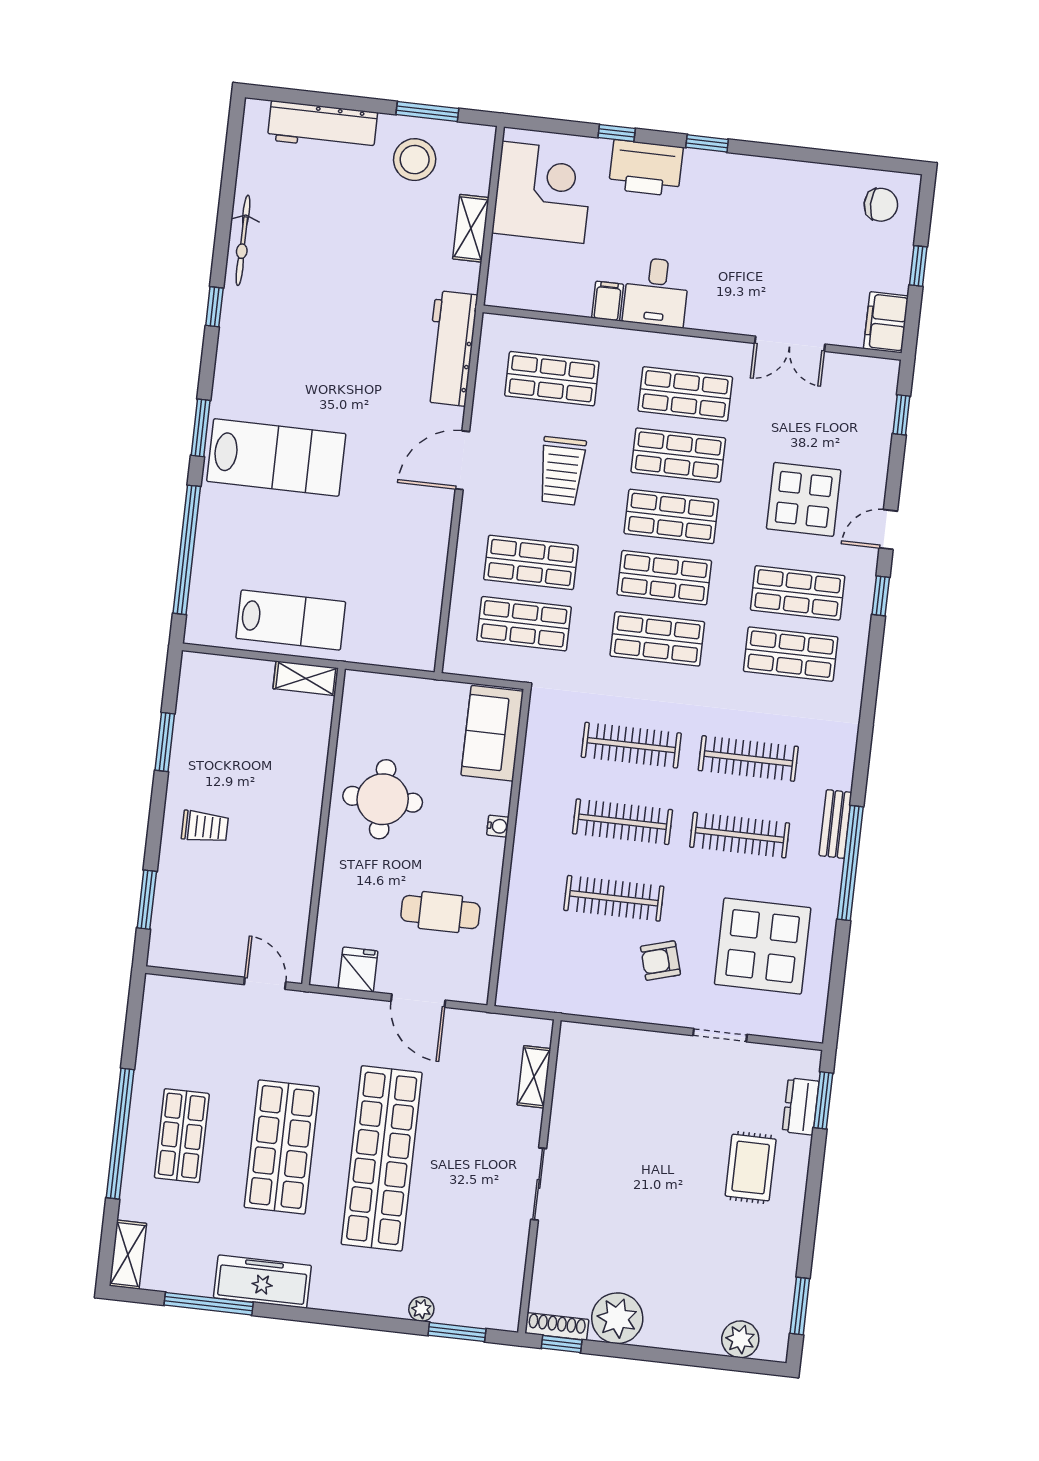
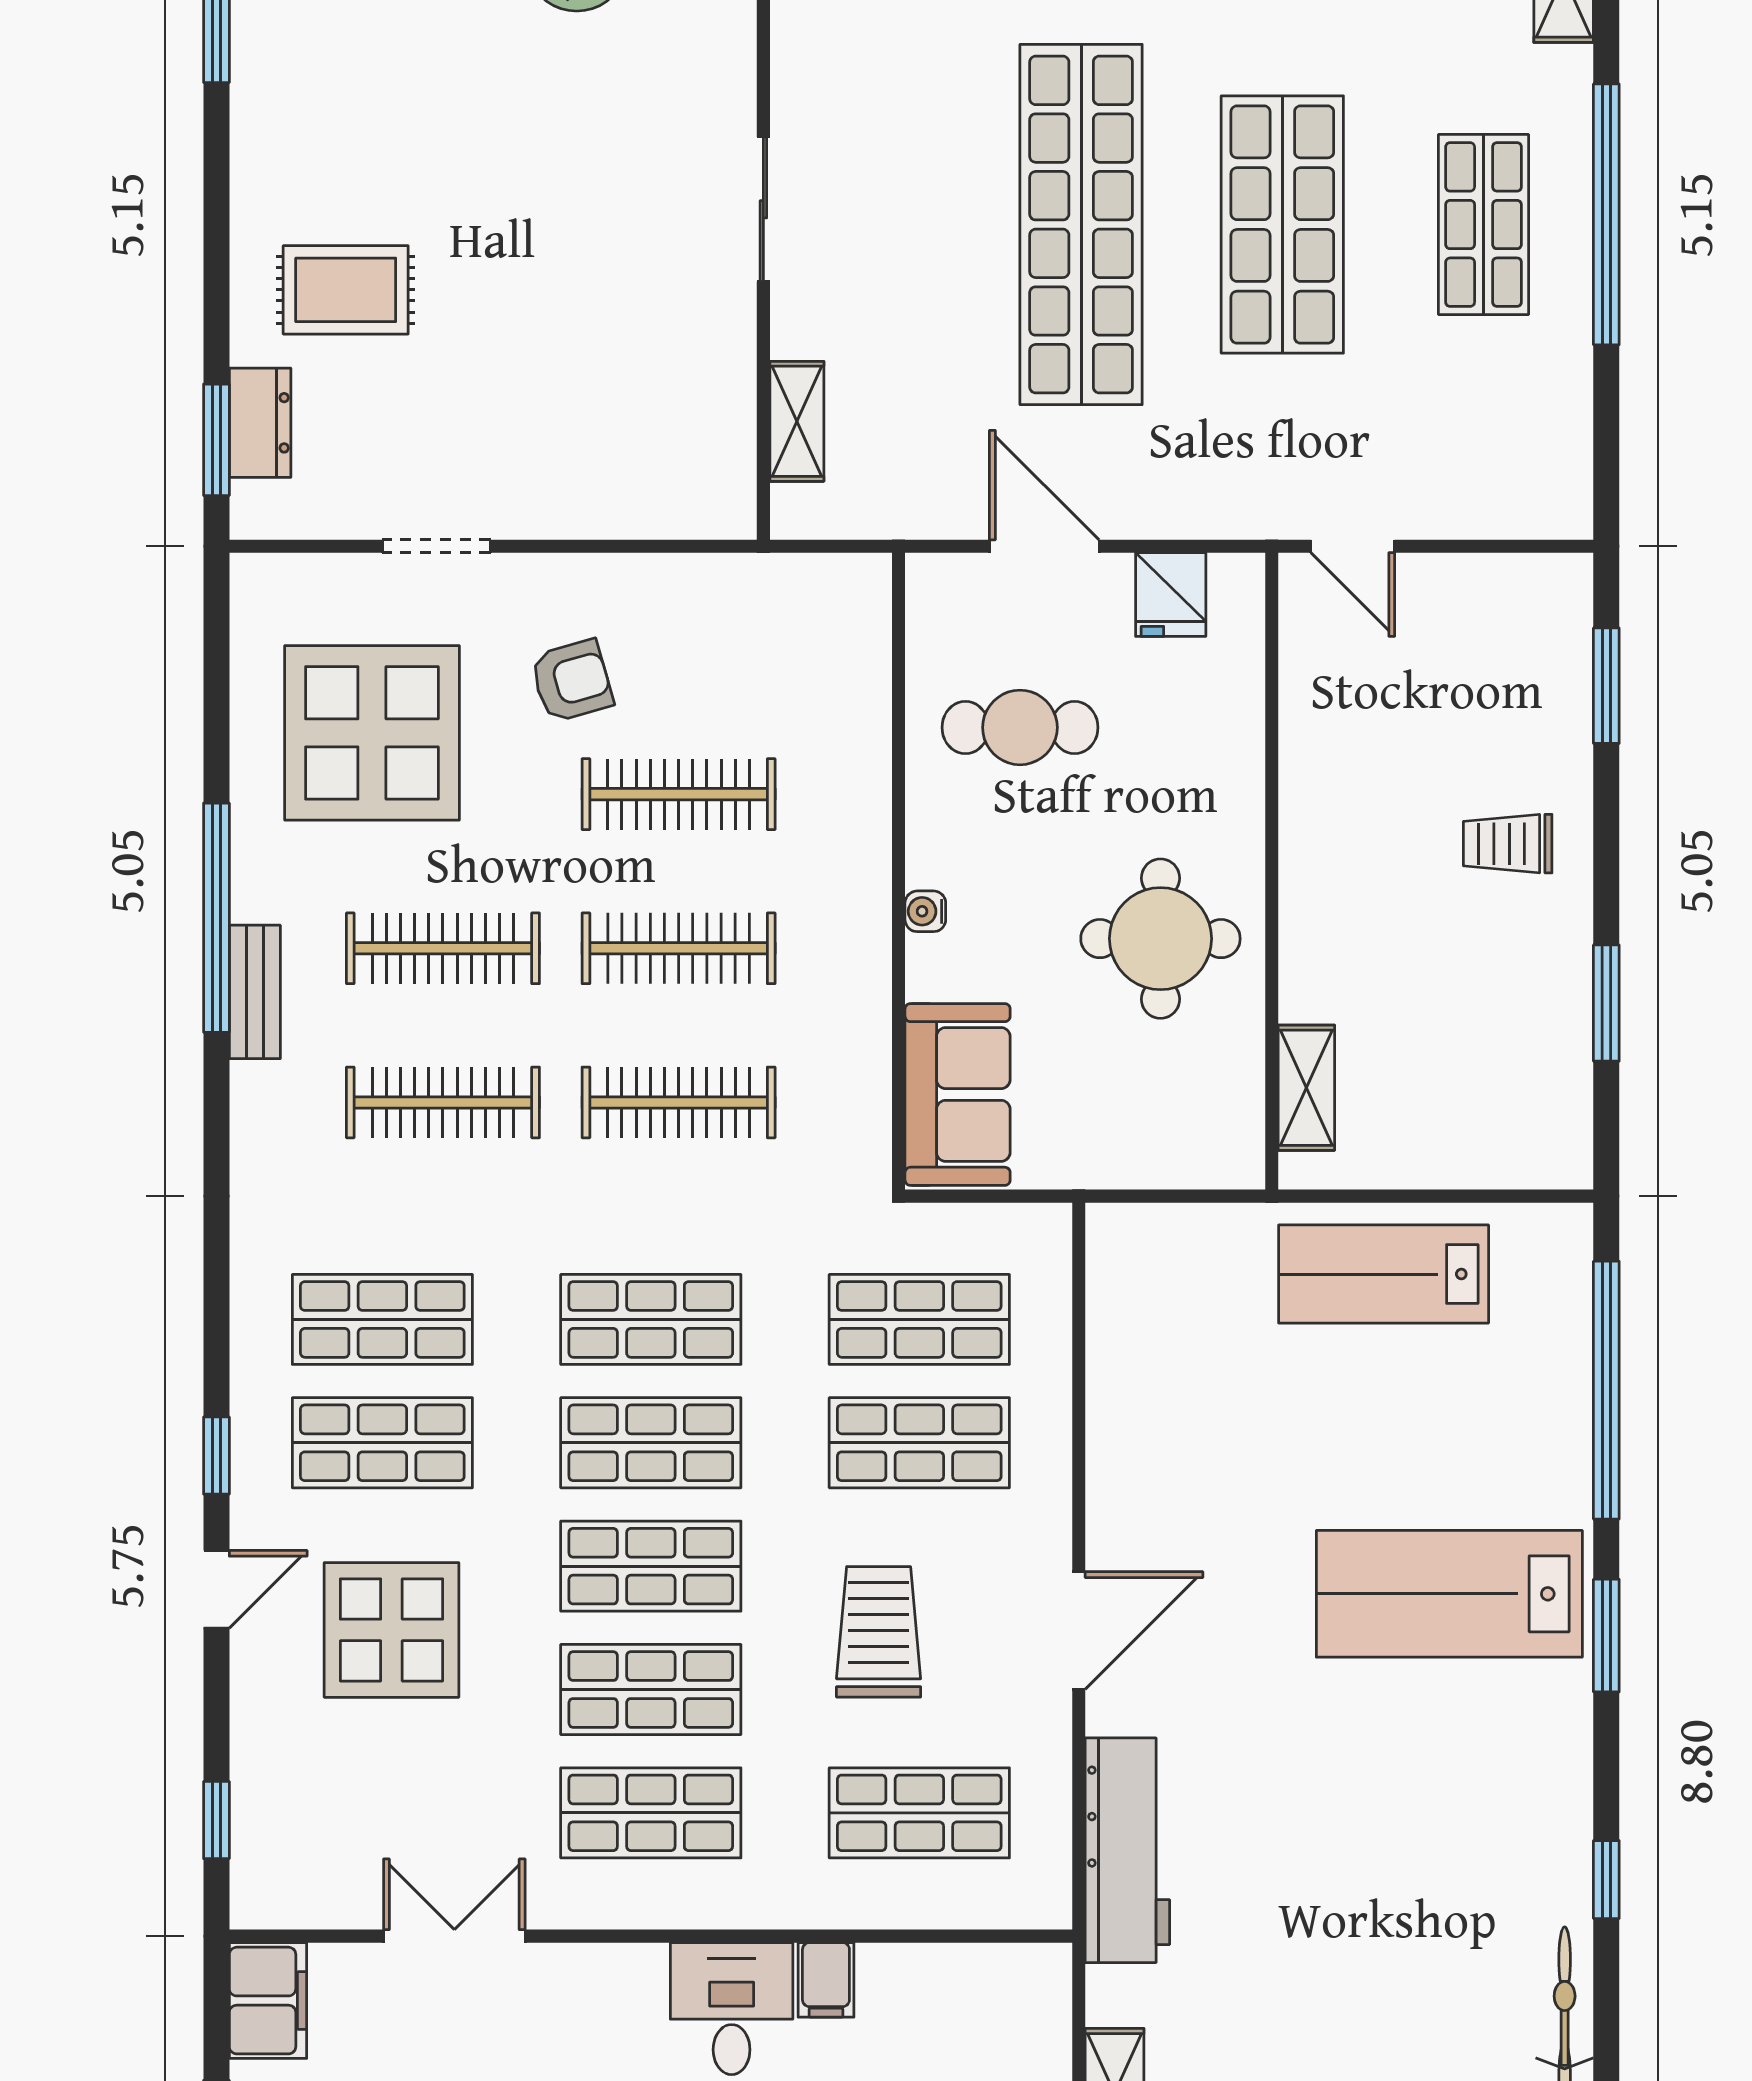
shelving: (306, 678) -> (1306, 1088), moved, turned 90
rug: (751, 1168) -> (346, 290), turned 90

